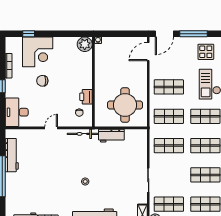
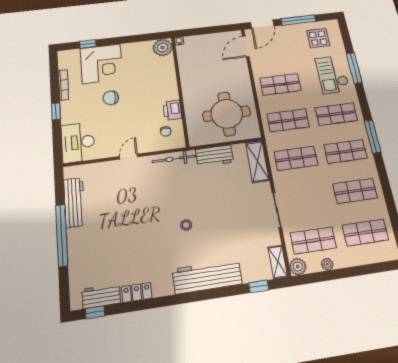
shelving: (141, 144) -> (257, 161), added

